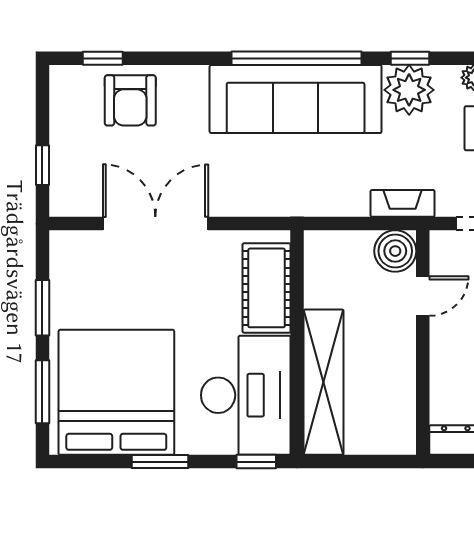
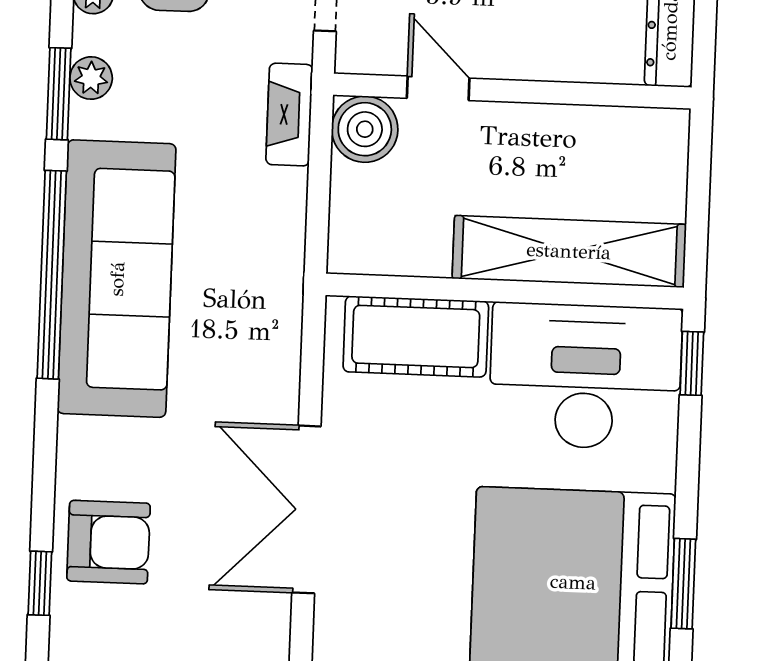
window: (410, 58) -> (59, 94), width x1.50
plant: (409, 90) -> (91, 78), width x0.53, depth x0.53
window: (160, 462) -> (683, 584), moved

